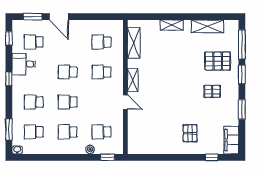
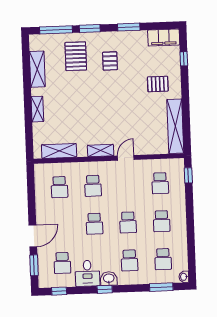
washbasin: (18, 83) -> (109, 279), added
shelving: (152, 147) -> (175, 126), added
plant: (90, 149) -> (180, 195), removed

